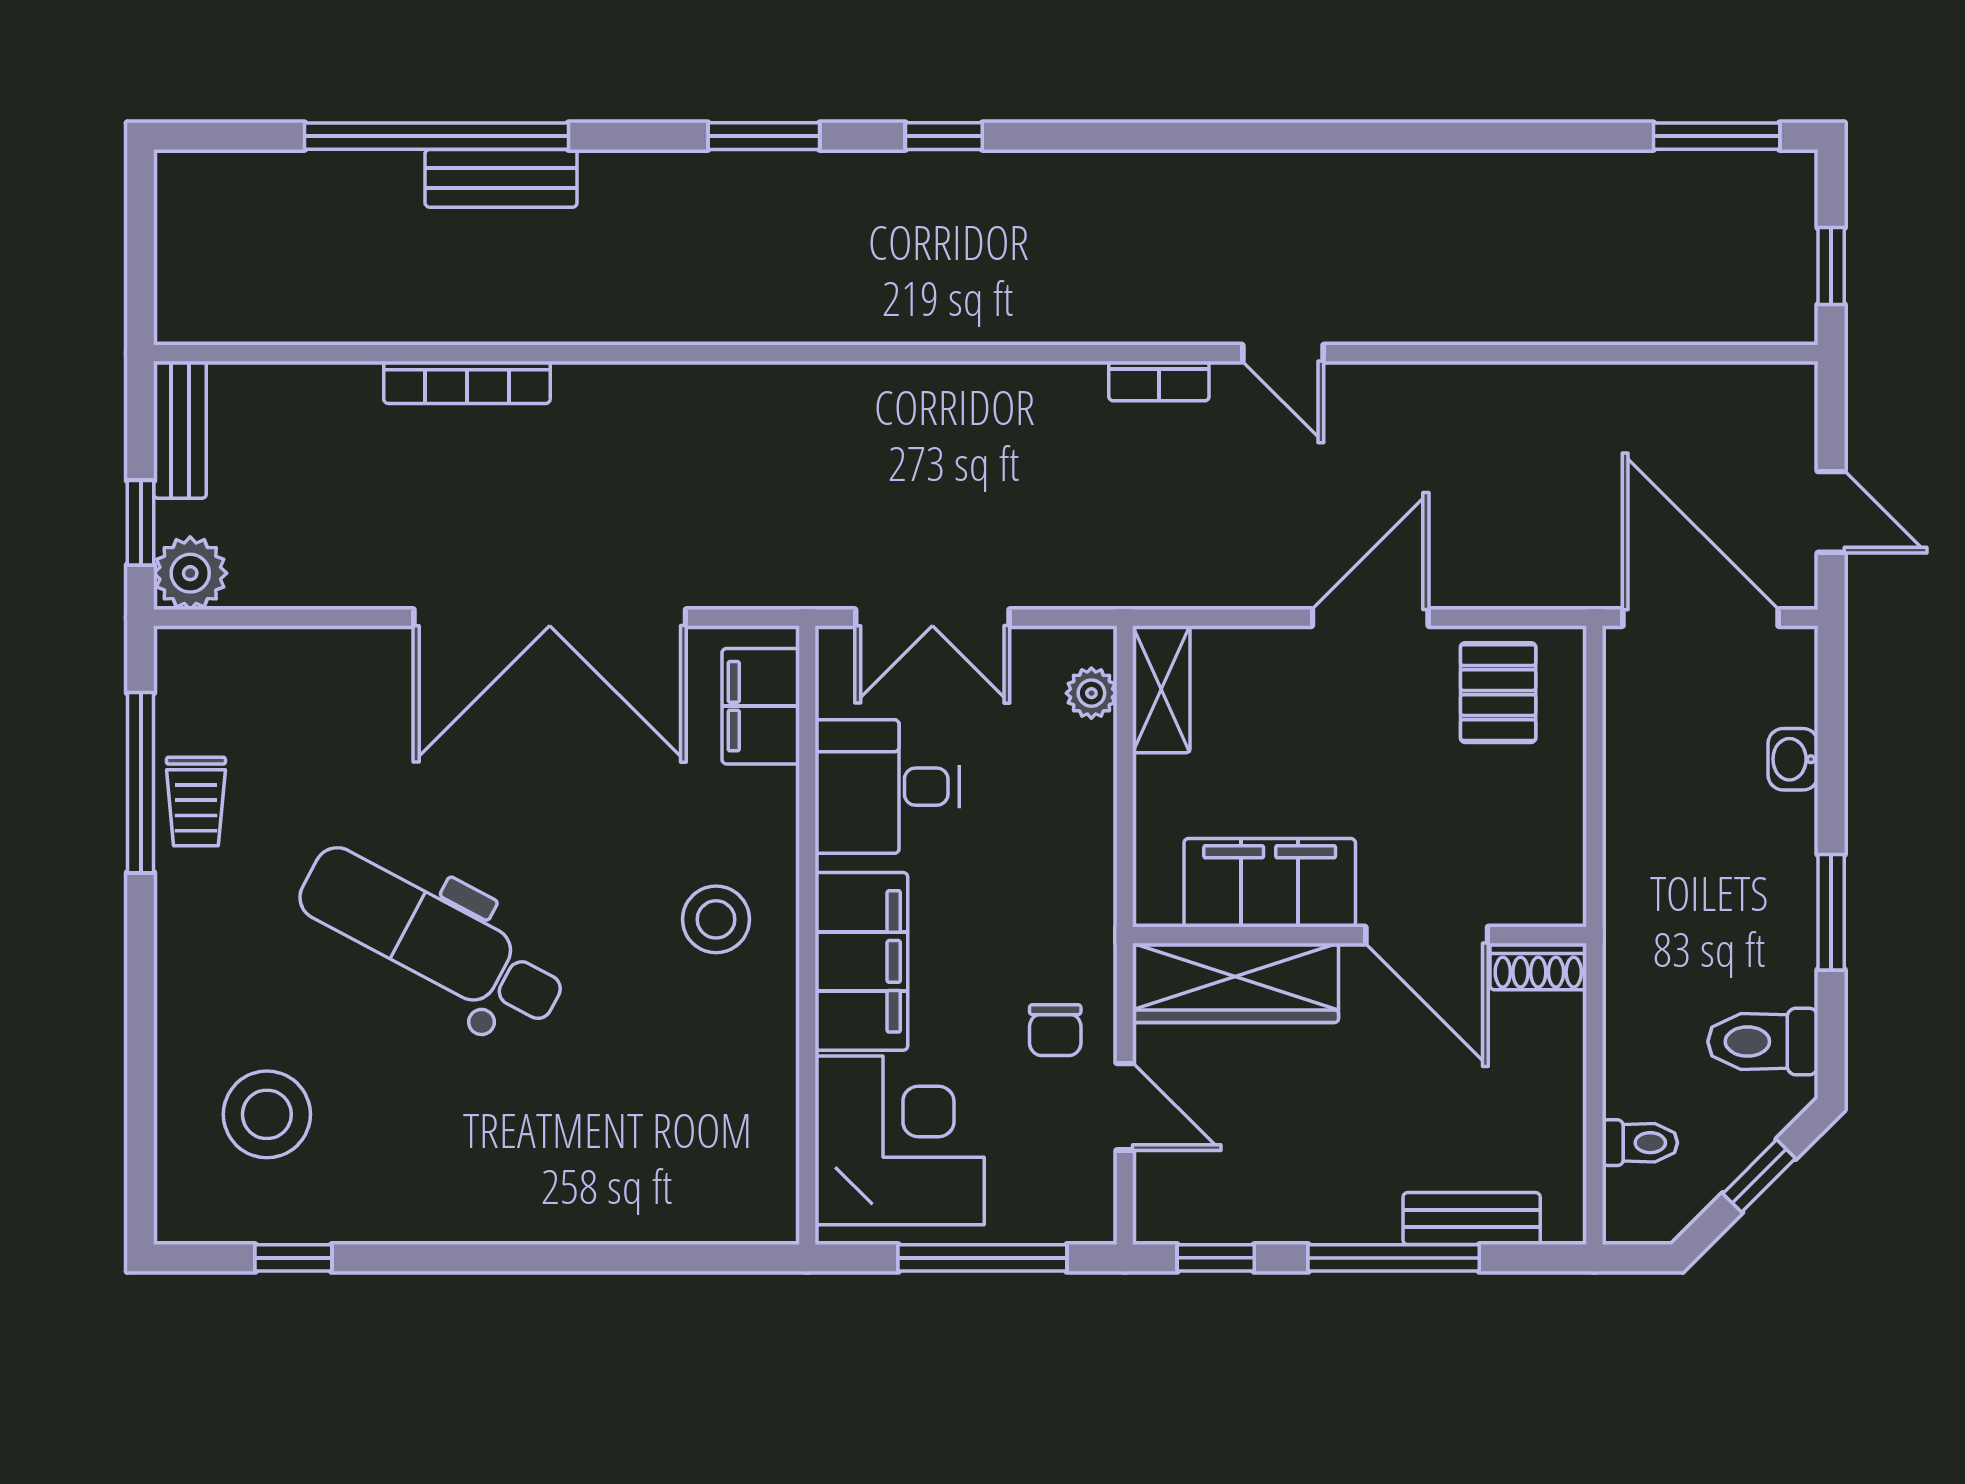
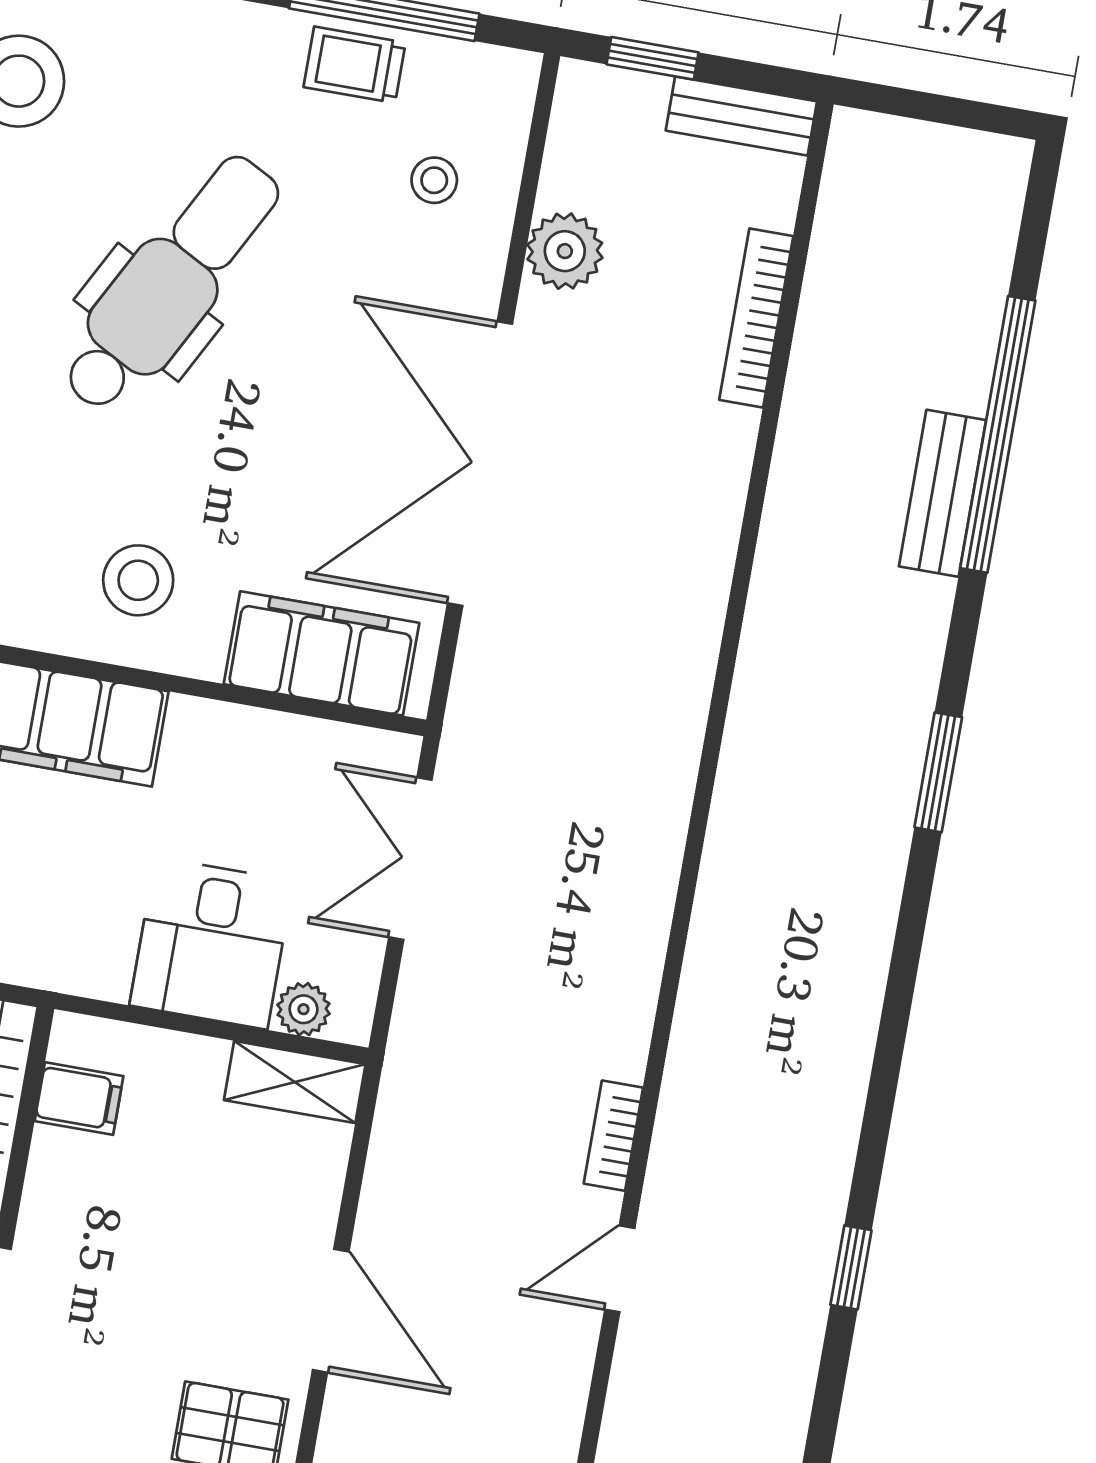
window: (944, 136) -> (851, 1267), moved
bookcase: (467, 382) -> (756, 318), moved
plant: (190, 573) -> (565, 251), moved
filing cabinet: (761, 706) -> (321, 653), width x1.50, depth x1.17
stool: (291, 708) -> (434, 180), added
desk: (887, 787) -> (211, 943), moved, turned 180
filing cabinet: (1270, 883) -> (79, 1099), width x0.33, depth x0.86

